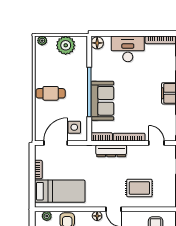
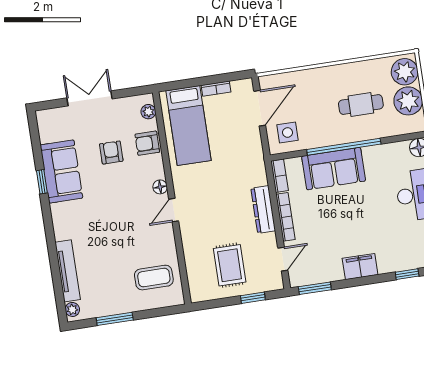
plant: (42, 41) -> (405, 72), width x1.88, depth x1.88
cafe table: (51, 93) -> (361, 105), moved, turned 90
door: (56, 143) -> (260, 108), hinge flipped
dresser: (111, 151) -> (263, 209), moved
rug: (139, 188) -> (230, 265), moved

